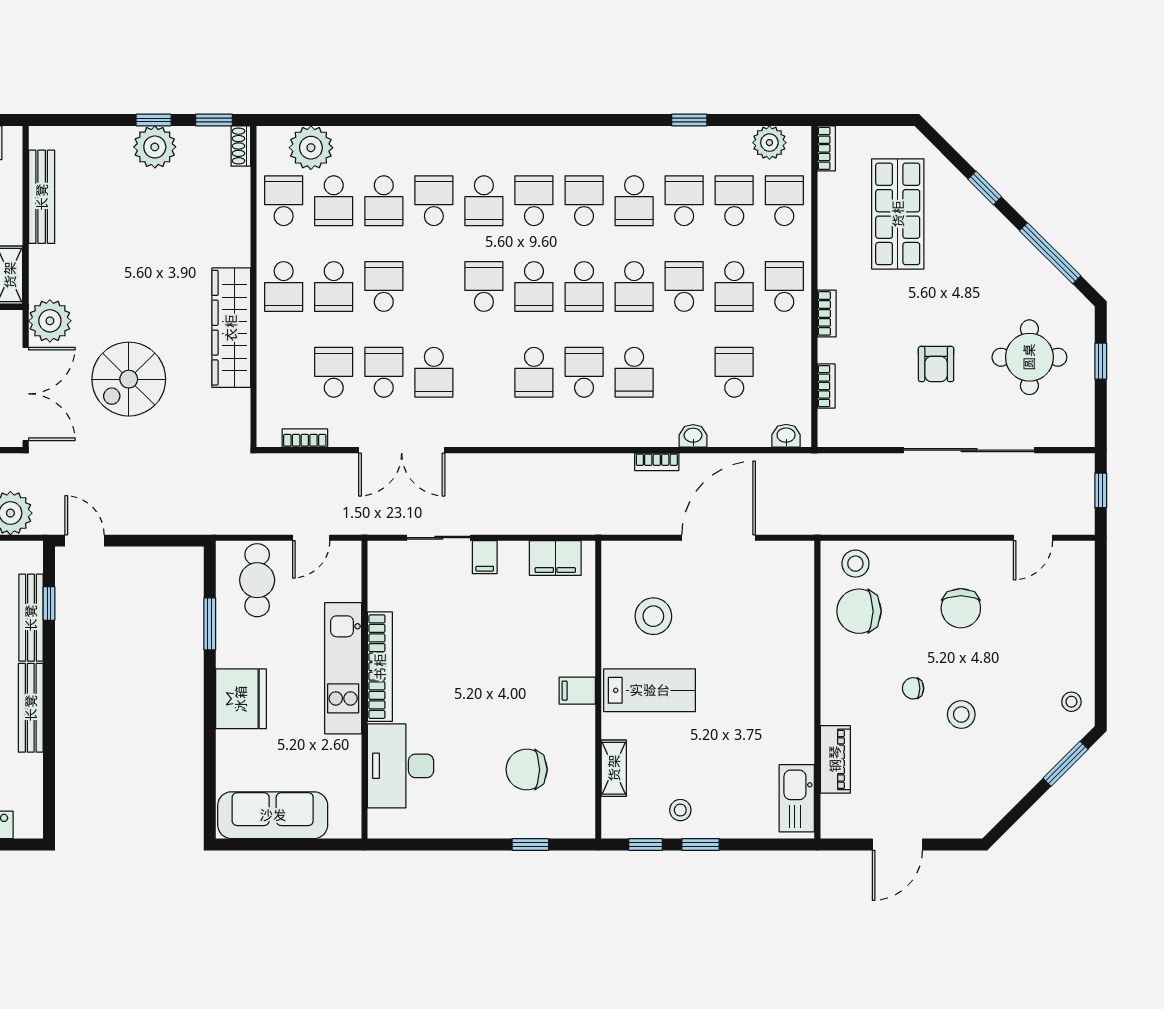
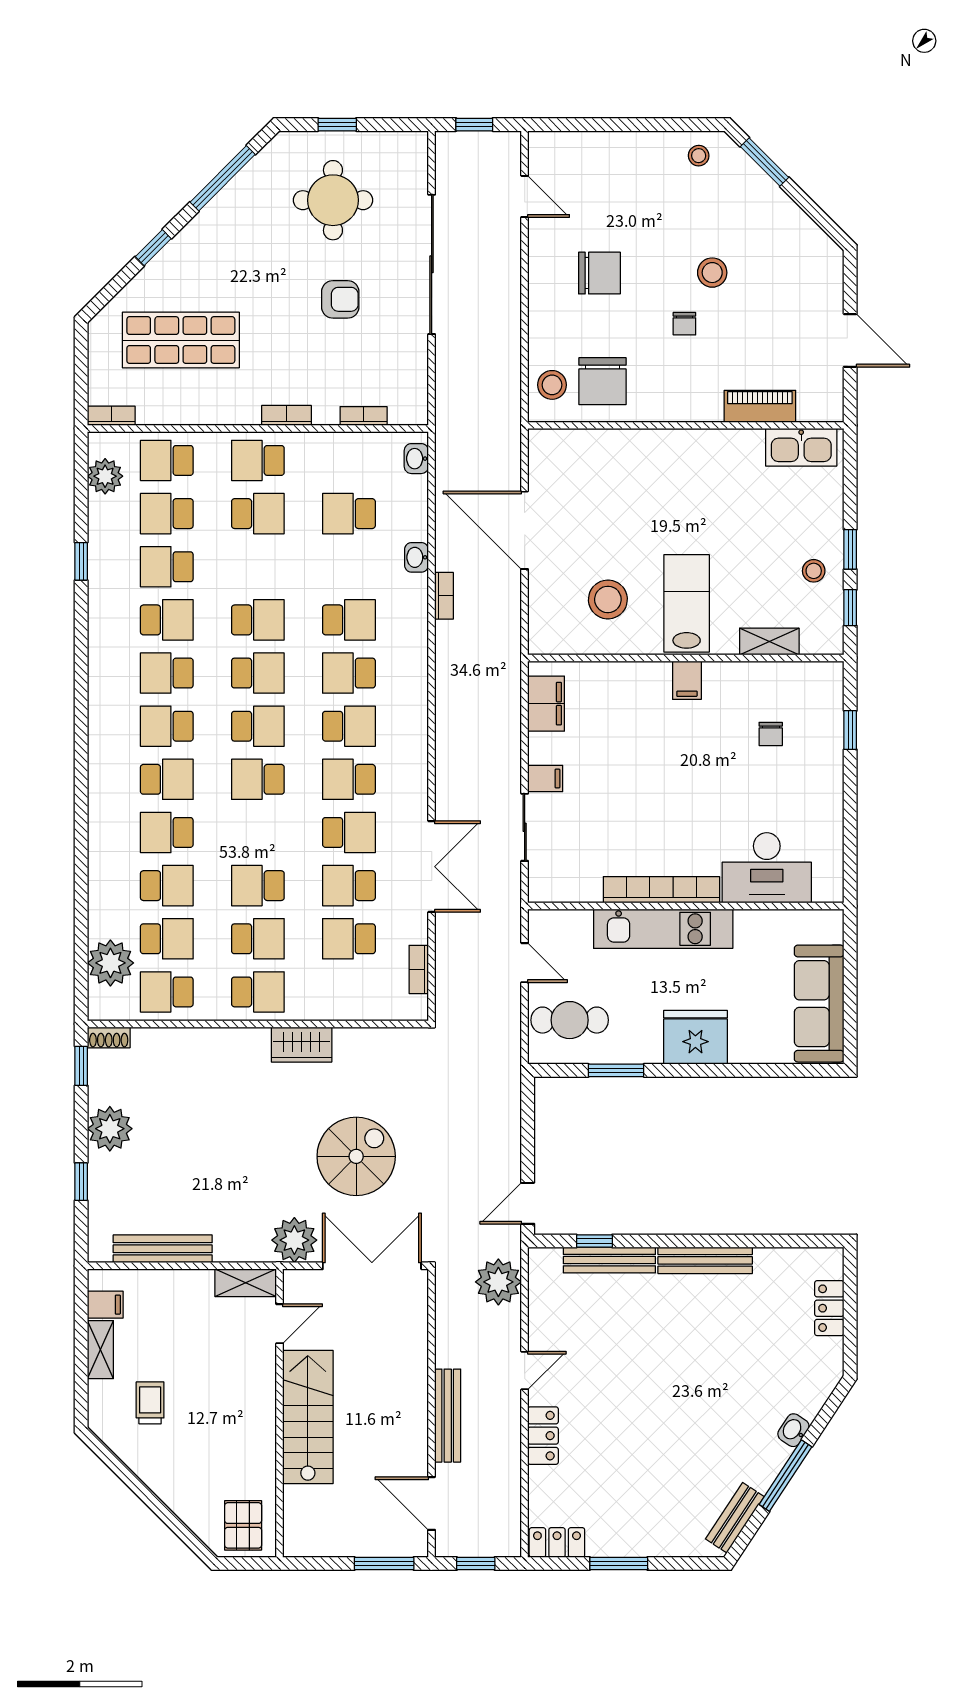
window: (154, 120) -> (81, 1182), moved
school desk: (684, 286) -> (349, 779), moved
wardrobe: (231, 328) -> (302, 1045), width x0.48, depth x0.85
spiral stairs: (129, 379) -> (356, 1156), turned -90
chair: (527, 770) -> (771, 734), width x0.54, depth x0.54

